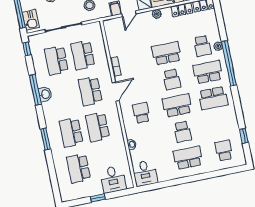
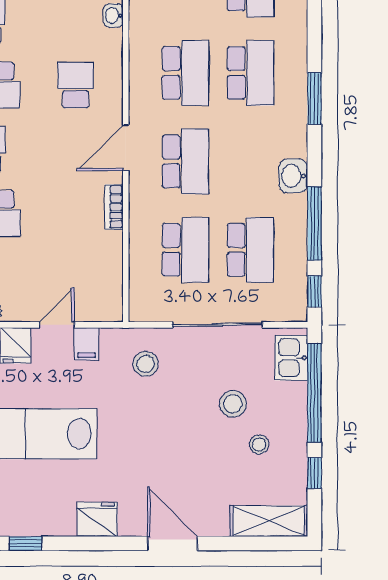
window: (35, 90) -> (314, 223), moved
school desk: (141, 113) -> (76, 85), turned 180
window: (45, 139) -> (314, 98), moved

